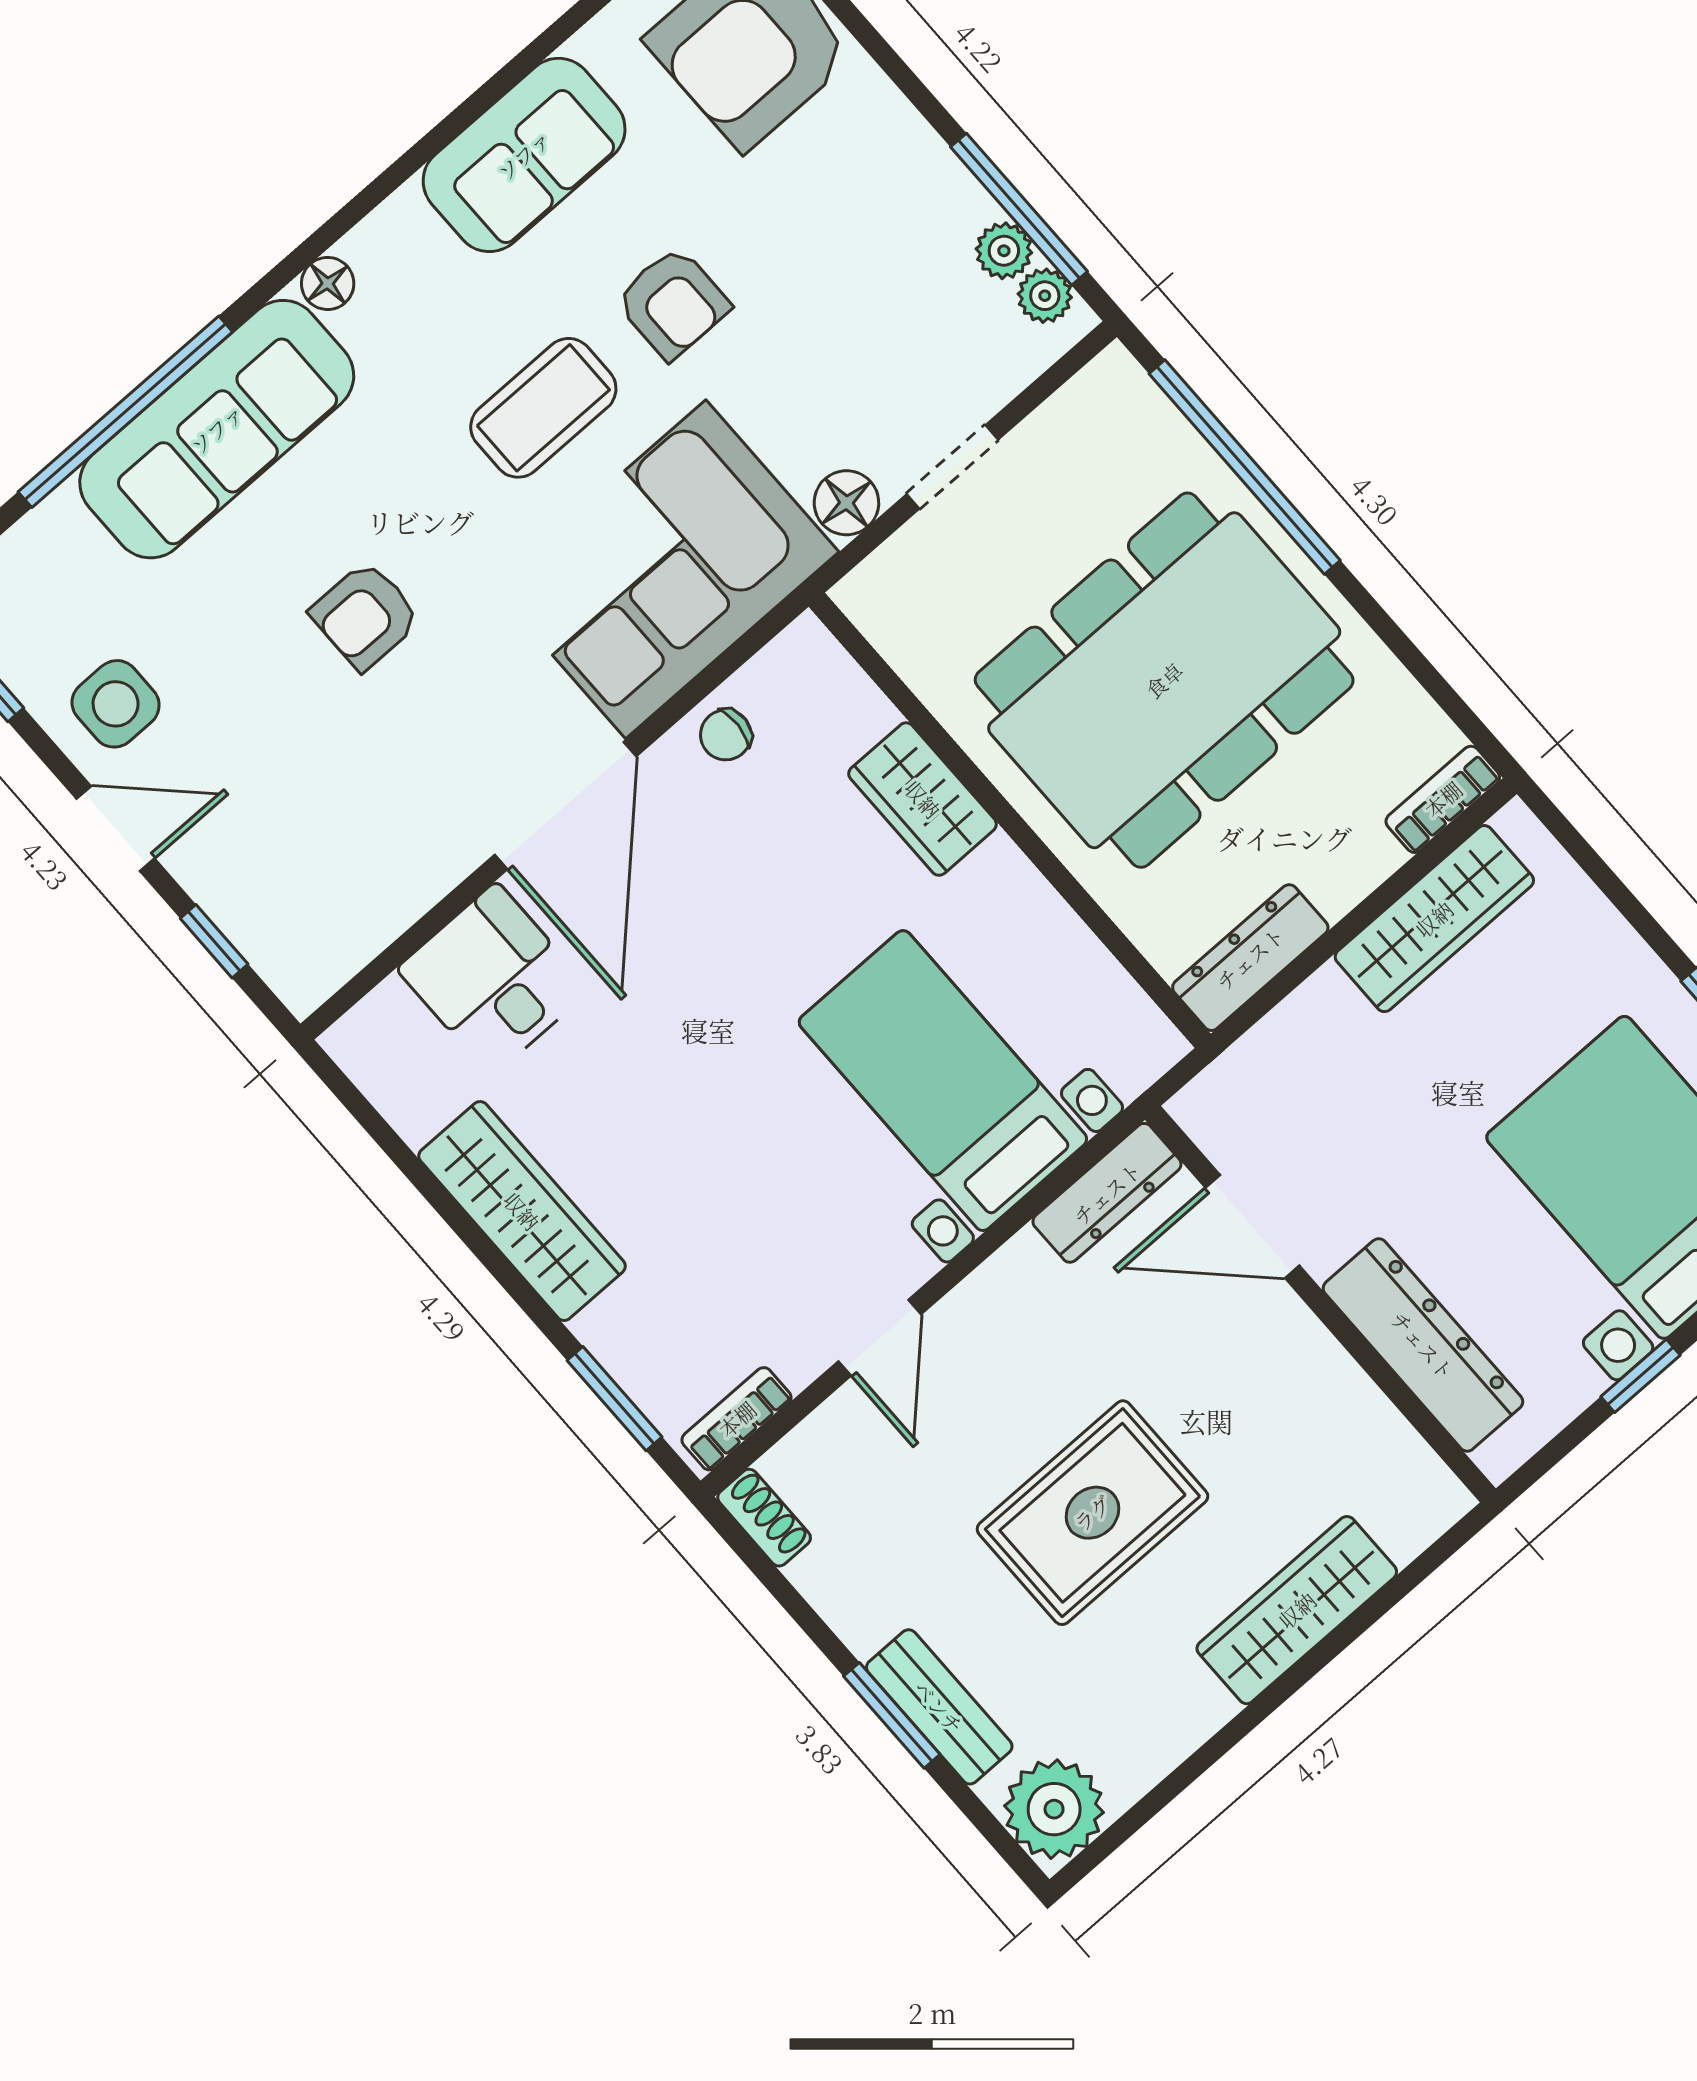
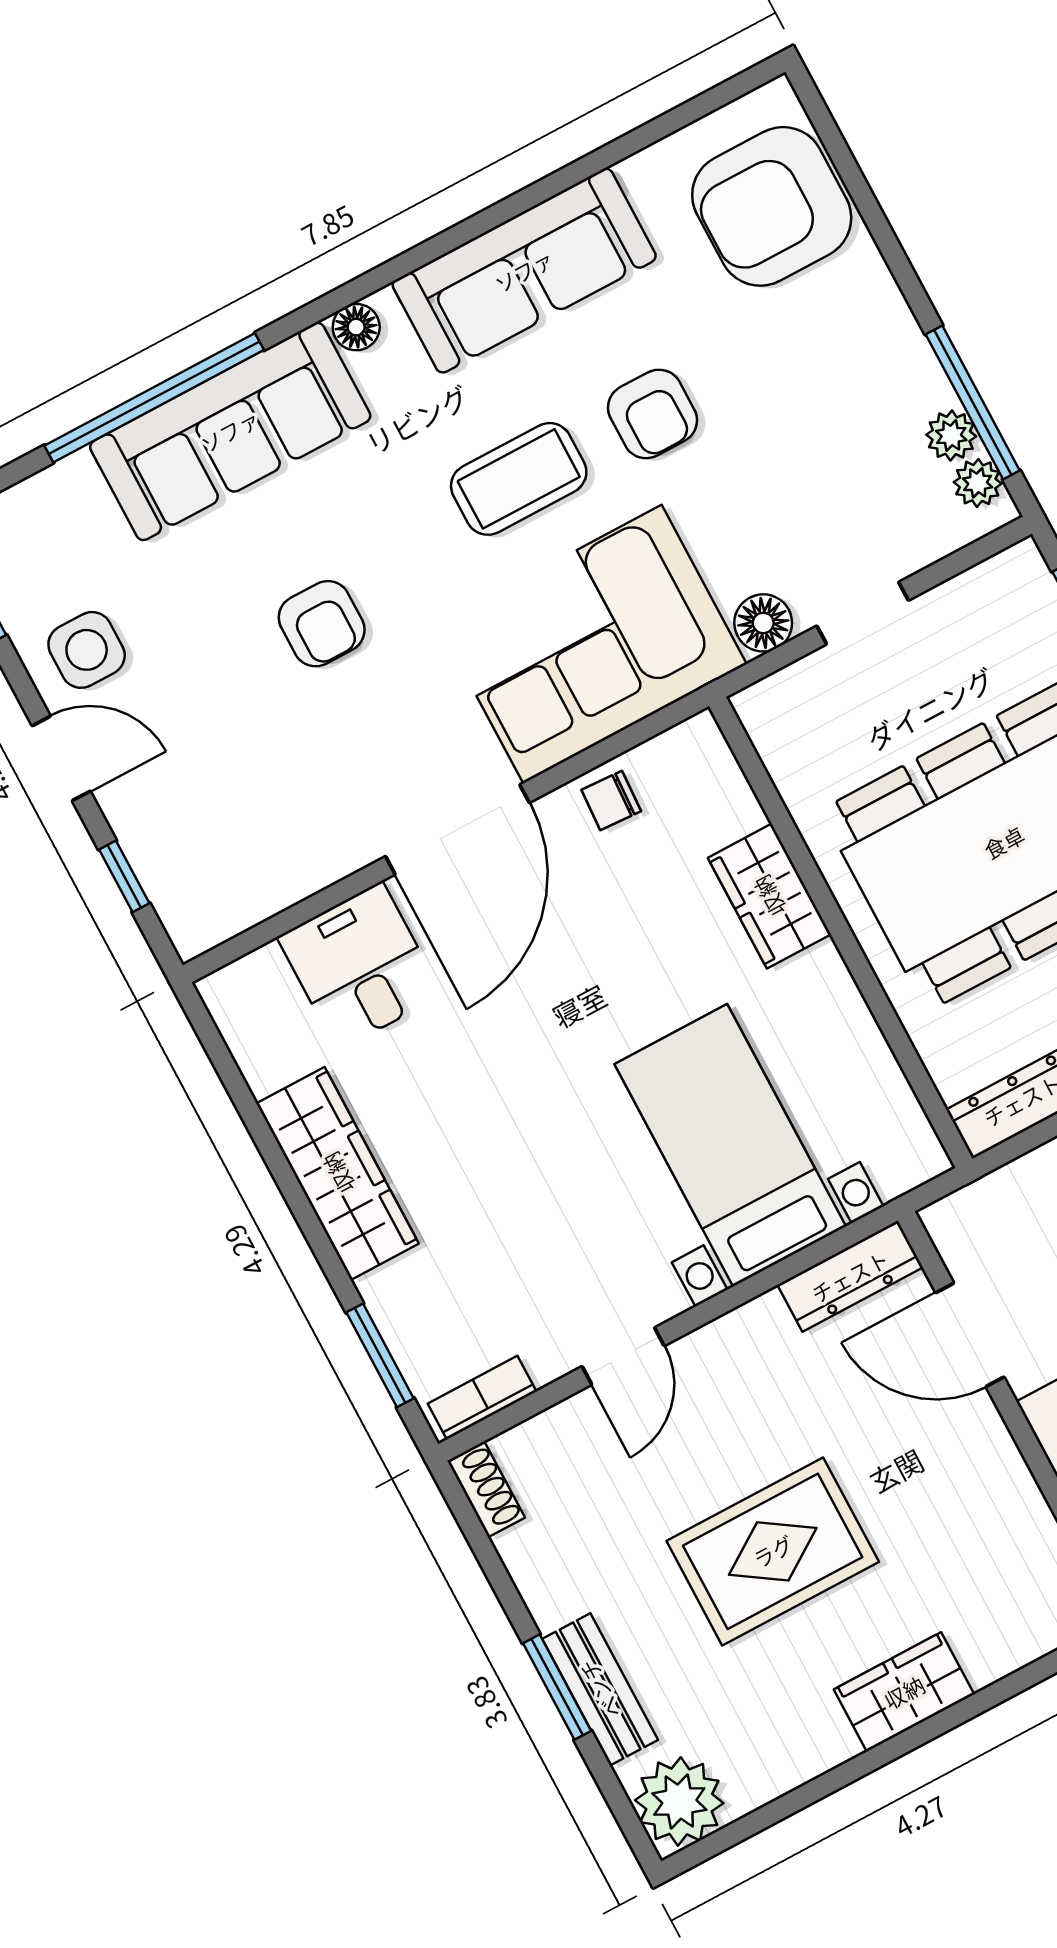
sofa: (524, 155) -> (524, 271), width x1.36
armchair: (365, 616) -> (322, 624), turned -90
wardrobe: (1297, 1610) -> (904, 1692), width x0.67

